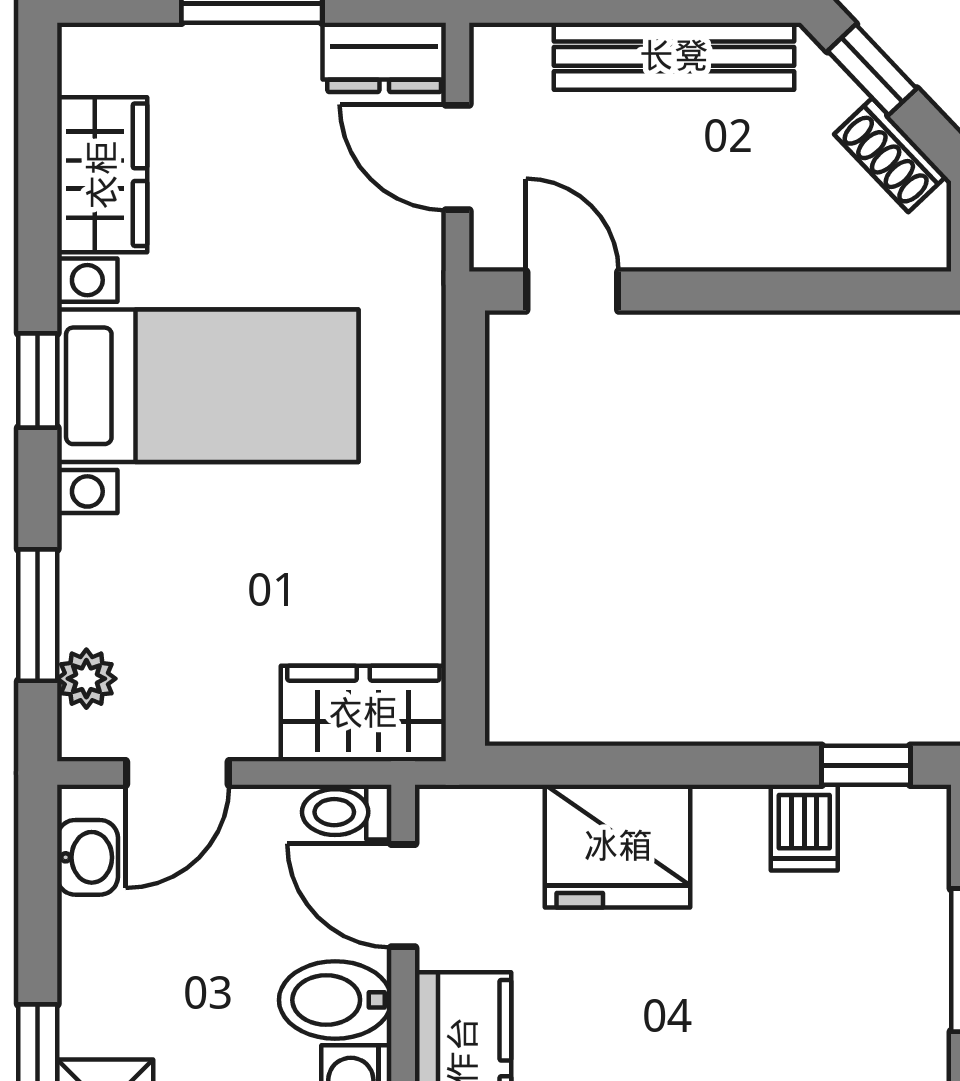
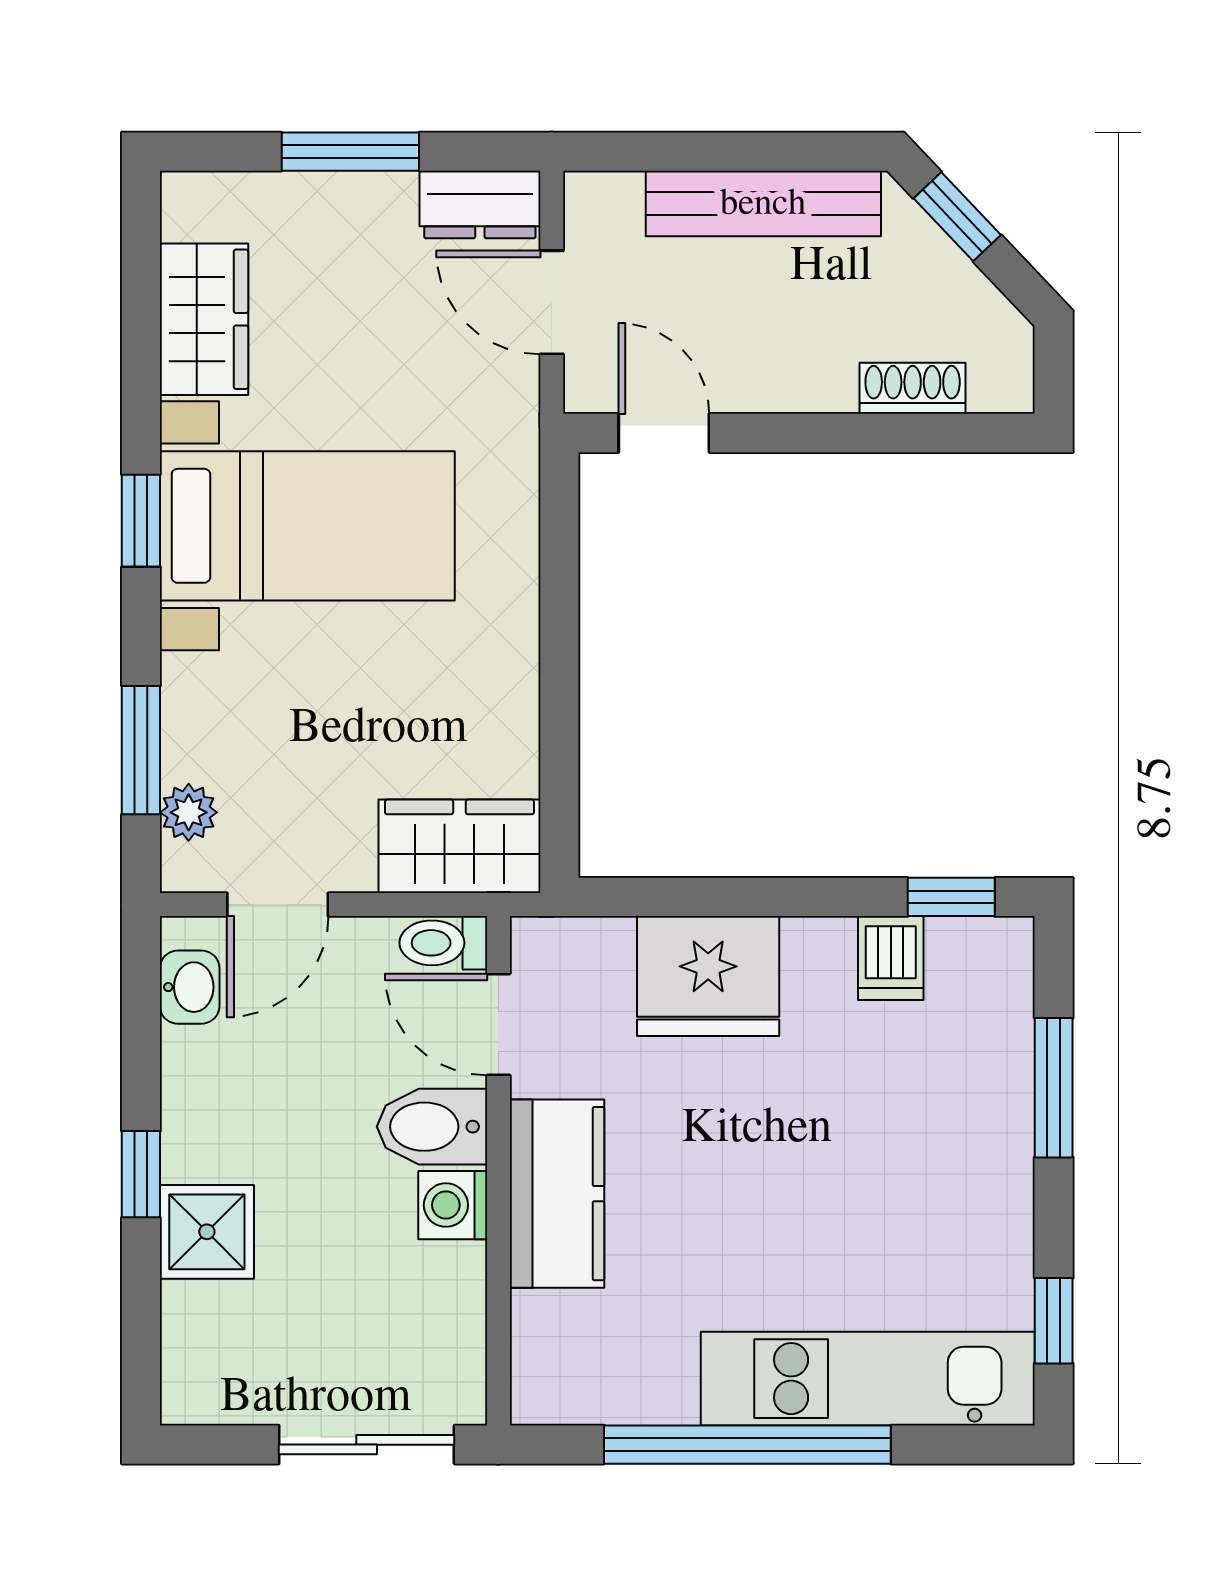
shoe rack: (890, 155) -> (913, 388), moved, turned 133

